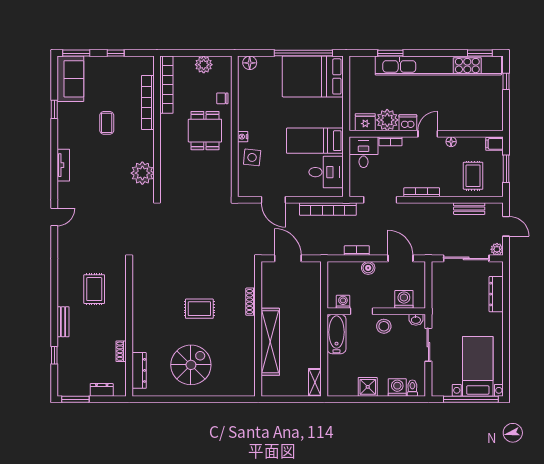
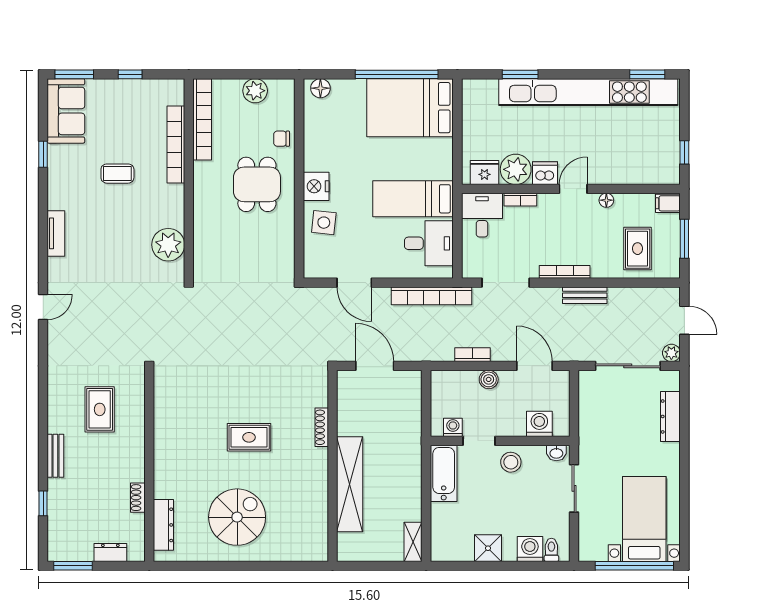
window: (506, 81) -> (684, 152), moved
coffee table: (107, 123) -> (117, 174), turned 90
nightstand: (243, 137) -> (316, 186), width x1.89, depth x1.79
bench: (469, 209) -> (585, 295), moved

